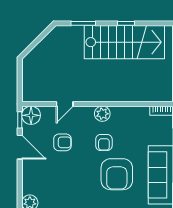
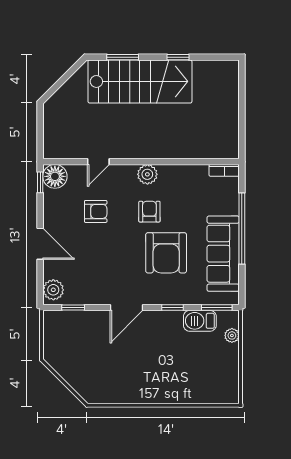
stairs: (124, 42) -> (140, 81), moved
armchair: (104, 142) -> (149, 212), turned 180
door: (20, 147) -> (40, 244), moved

